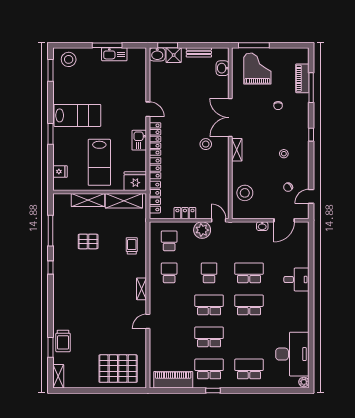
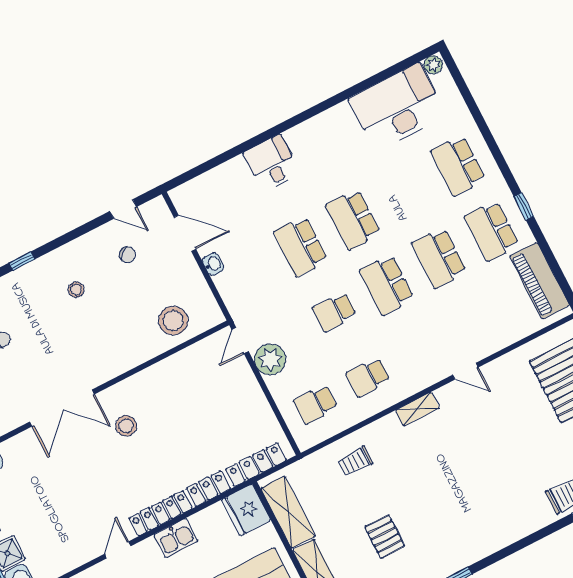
shelving: (237, 150) -> (109, 370), removed
locker: (185, 213) -> (257, 402), removed

